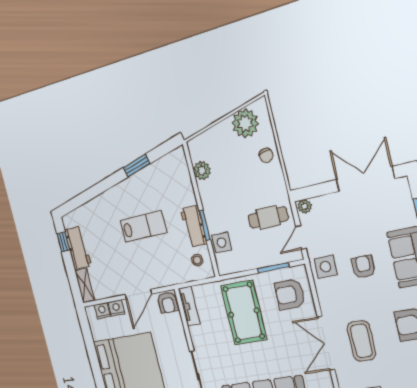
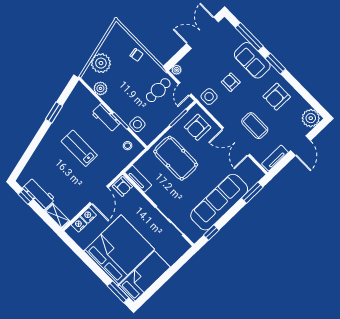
plant: (245, 123) -> (101, 63), moved
lab bench: (143, 226) -> (79, 148), turned -90
workbench: (194, 226) -> (106, 118), moved

